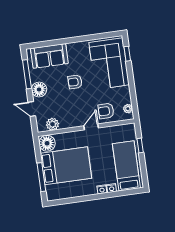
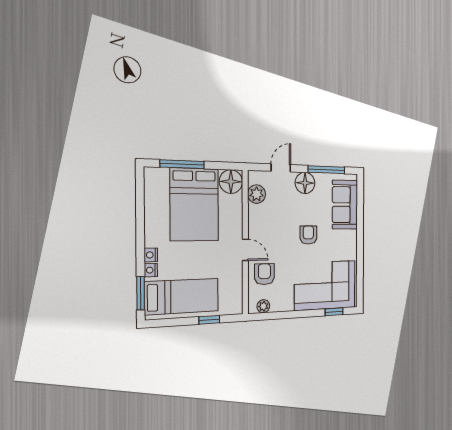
window: (127, 192) -> (141, 293), added

